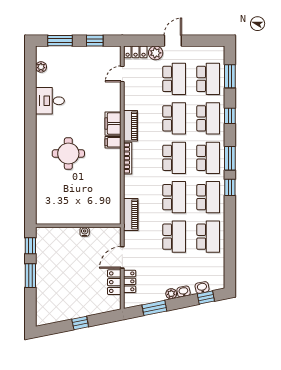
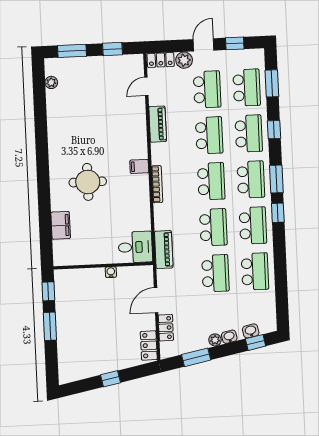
window: (200, 41) -> (235, 43), added
desk: (50, 101) -> (135, 247), moved, turned 180
filing cabinet: (113, 124) -> (61, 225), moved, turned 180
piano: (130, 126) -> (158, 124), moved
locker: (114, 282) -> (149, 345), moved

